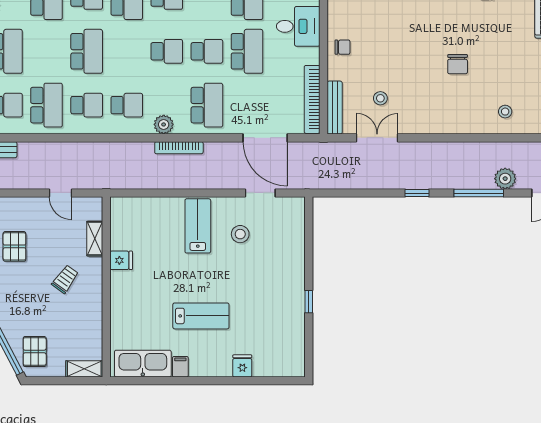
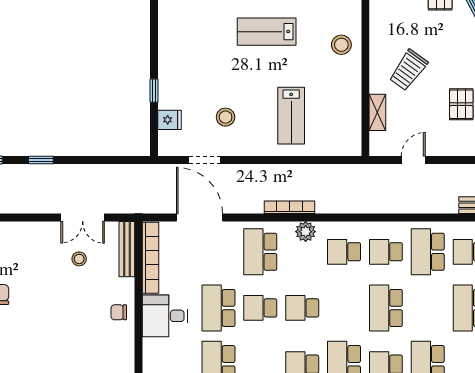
desk: (298, 26) -> (165, 316), moved
door: (60, 193) -> (413, 160), hinge flipped
lab bench: (198, 226) -> (291, 116), moved
fridge: (121, 260) -> (169, 120), moved, turned 180
trolley: (65, 279) -> (408, 70), width x1.36, depth x1.39
window: (309, 302) -> (154, 91), moved
stool: (129, 303) -> (341, 45), added

